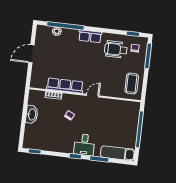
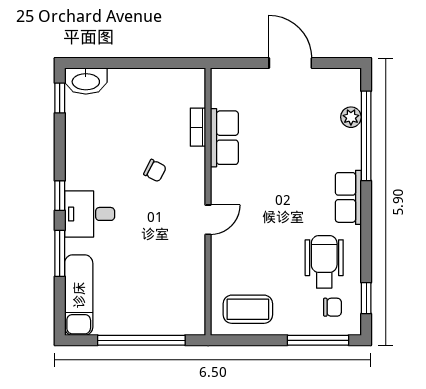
row of seats: (65, 86) -> (224, 138), width x0.68
door: (93, 96) -> (208, 220), hinge flipped
washbasin: (32, 114) -> (86, 81), moved

